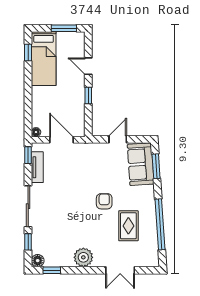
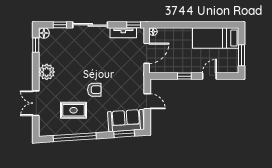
window: (28, 53) -> (221, 25), removed

